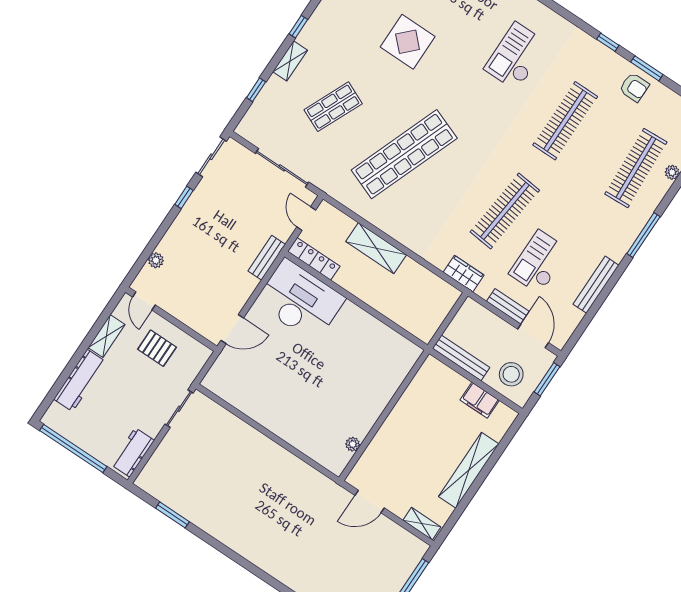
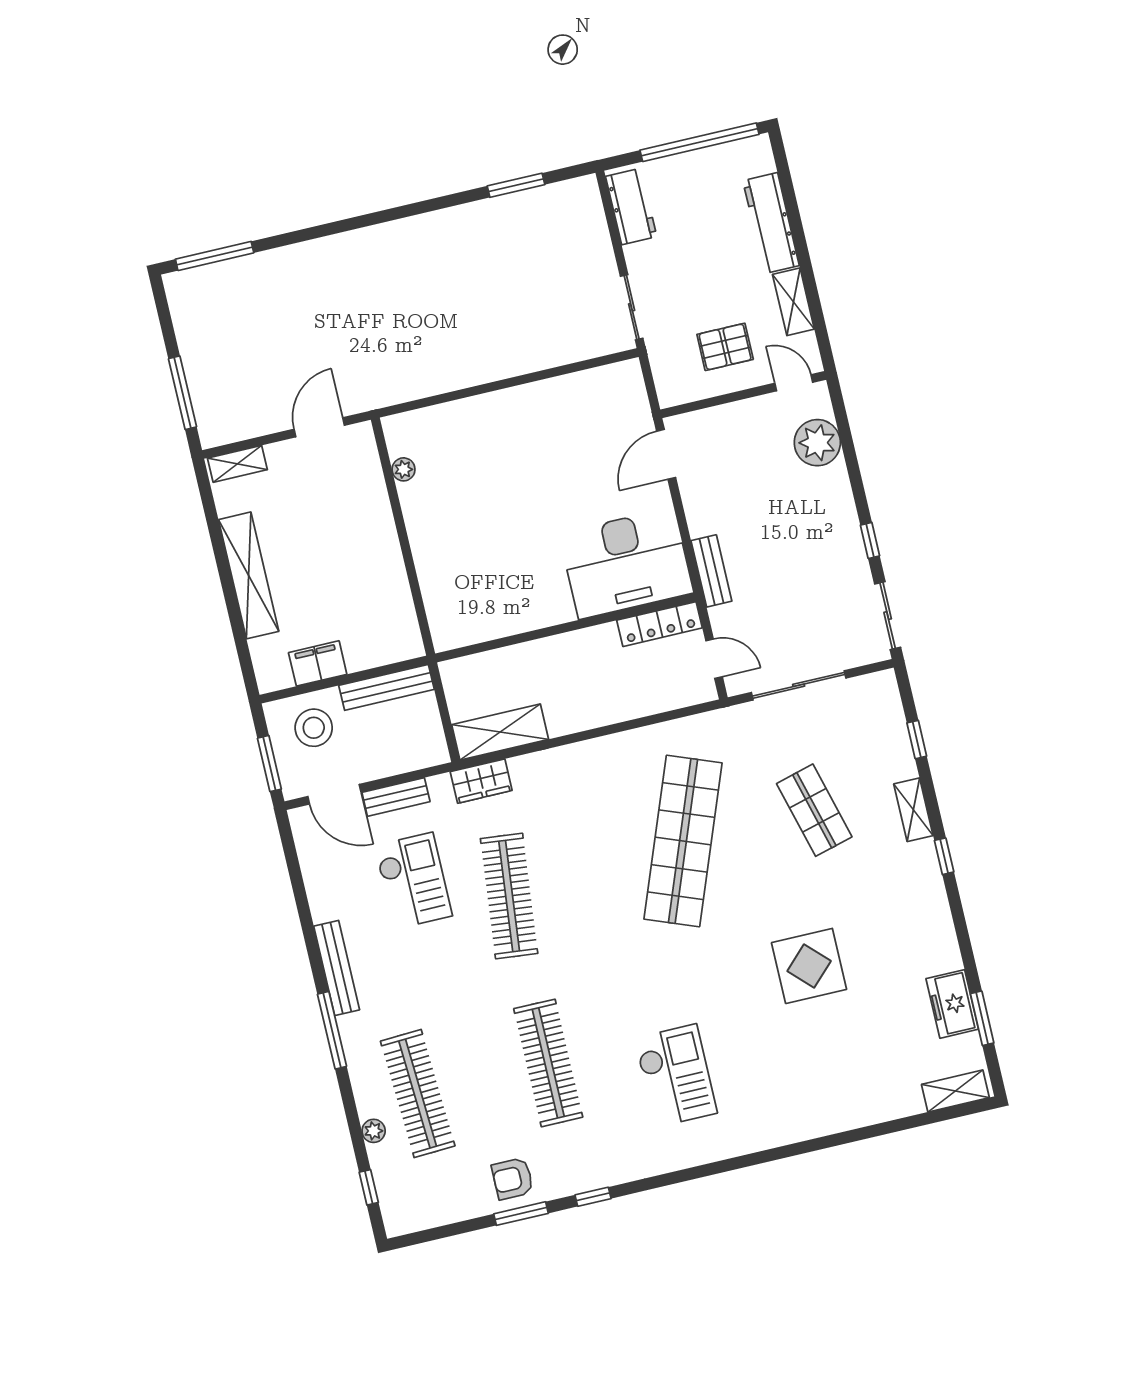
shop shelf: (333, 107) -> (814, 810), turned -39
shelving: (376, 248) -> (500, 732), moved
plant: (156, 260) -> (817, 443), width x1.87, depth x1.87
bench: (596, 285) -> (337, 968), moved

